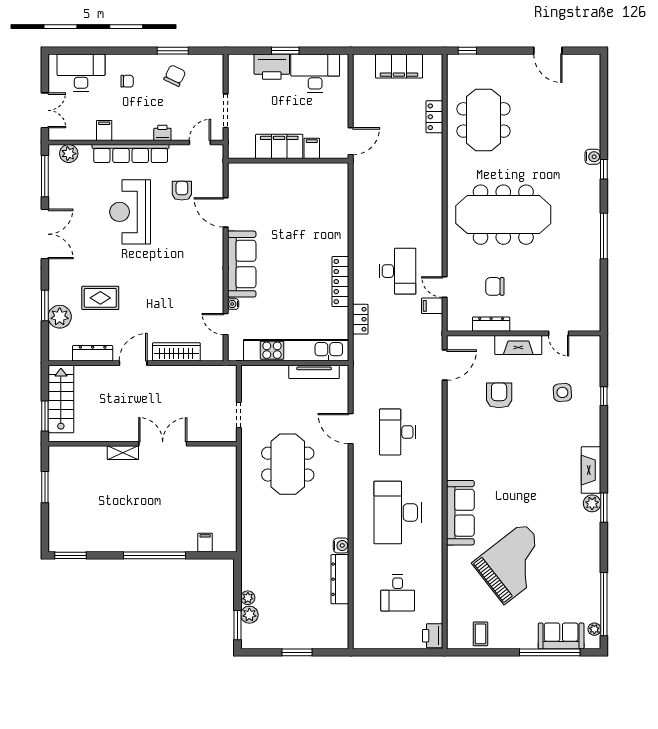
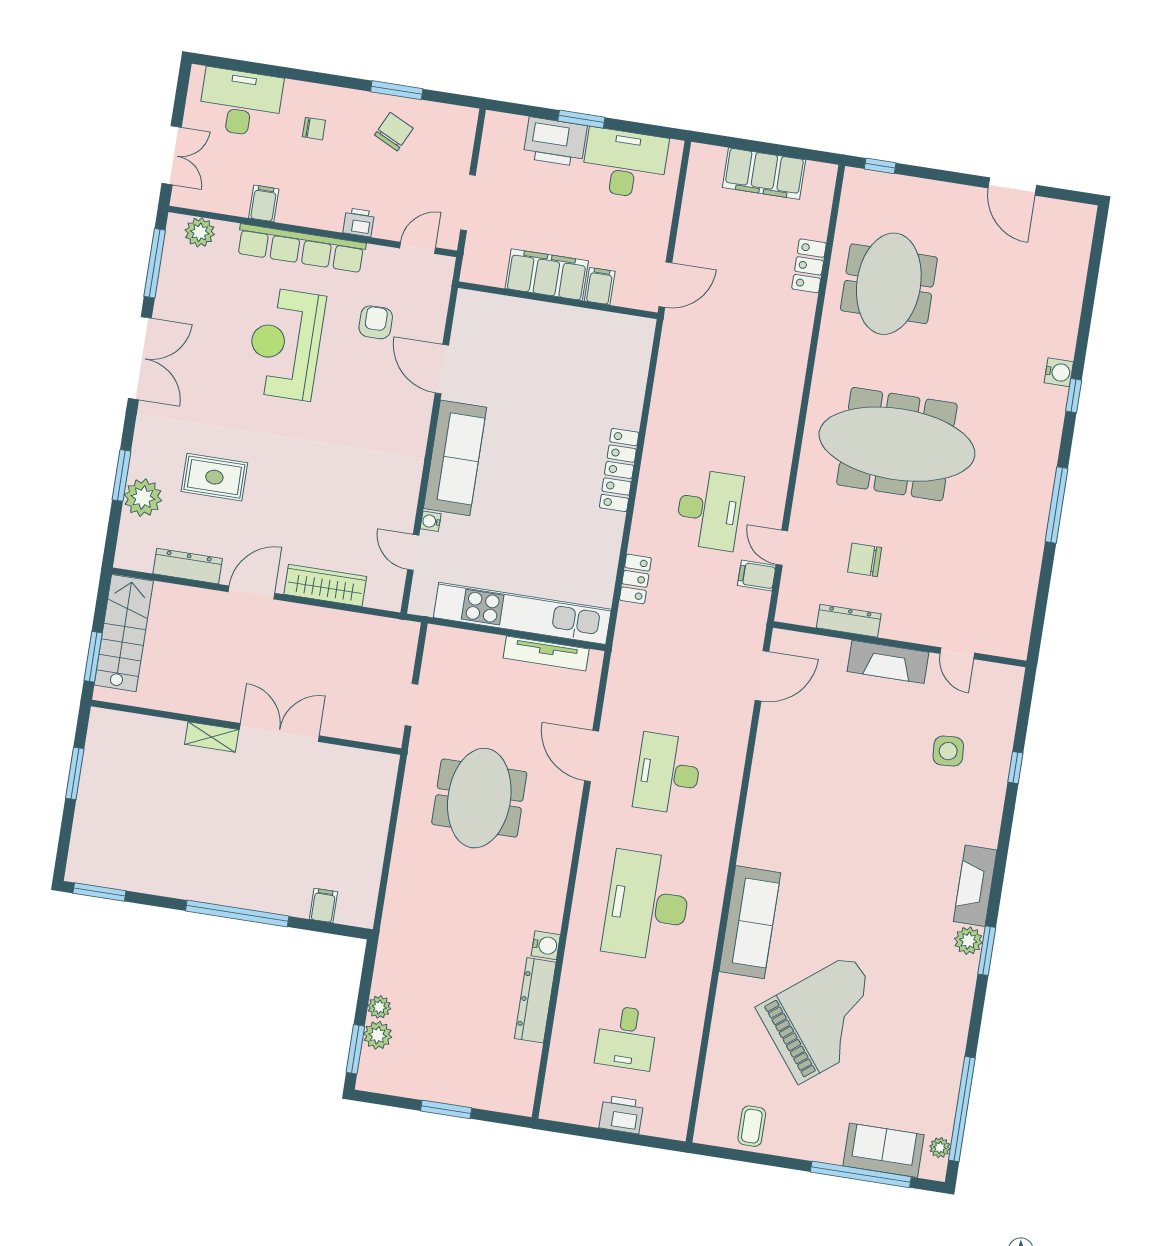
locker: (340, 282) -> (619, 470), moved
armchair: (499, 395) -> (844, 739), removed
printer: (433, 636) -> (621, 1115), moved, turned 90

